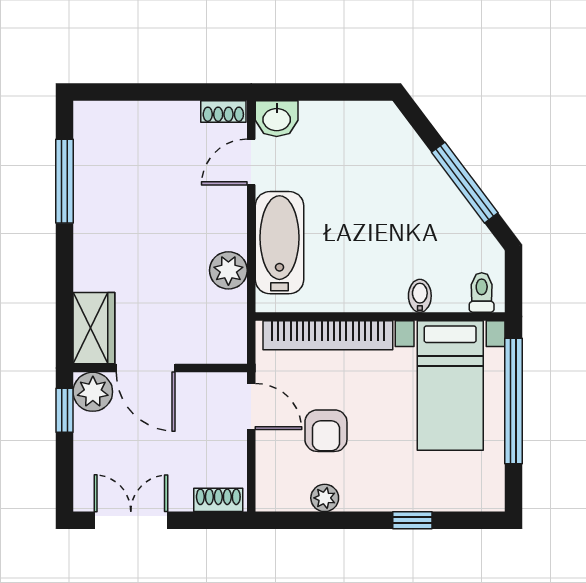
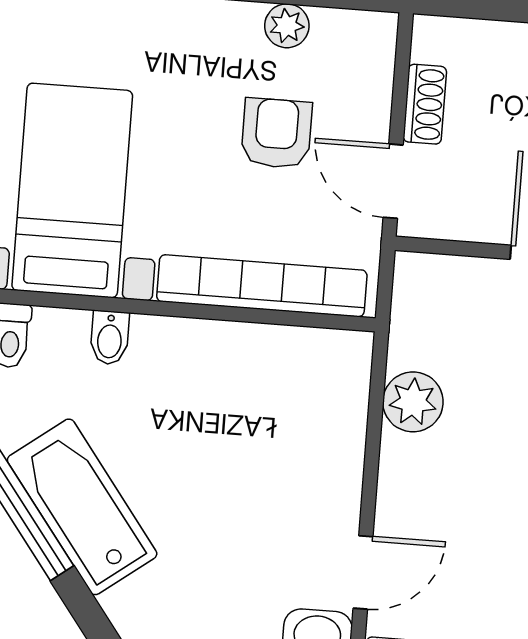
bathtub: (279, 243) -> (82, 507), moved, turned 143
shoe rack: (218, 500) -> (425, 104), moved, turned -90

